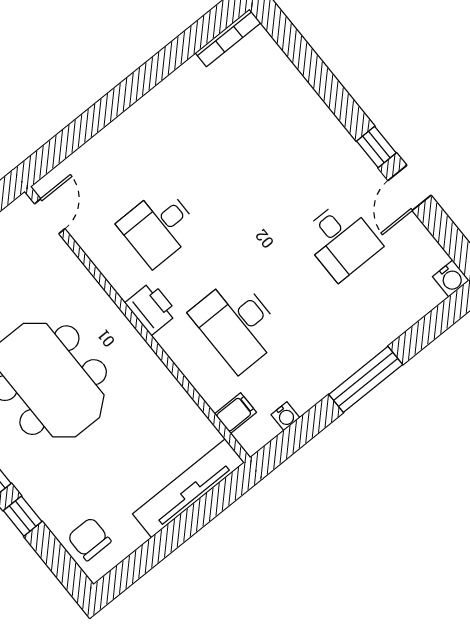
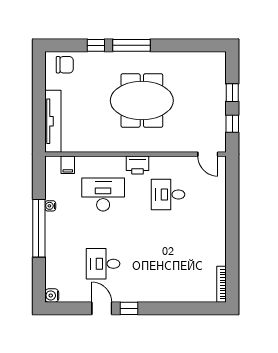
desk: (158, 227) -> (168, 194), turned -90
window: (366, 379) -> (39, 228), width x1.46
water cooler: (285, 416) -> (50, 206), moved

